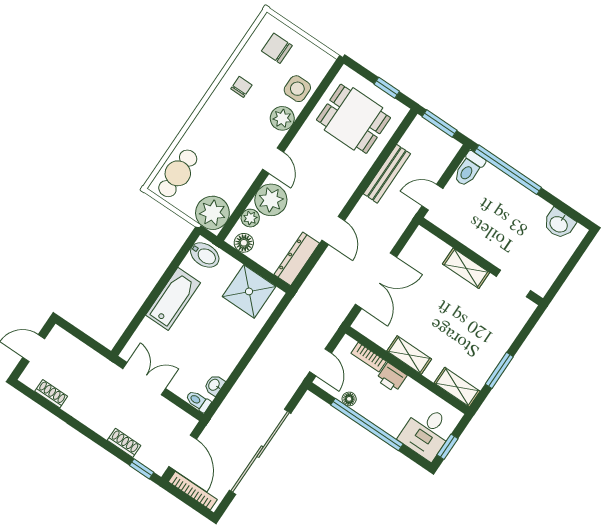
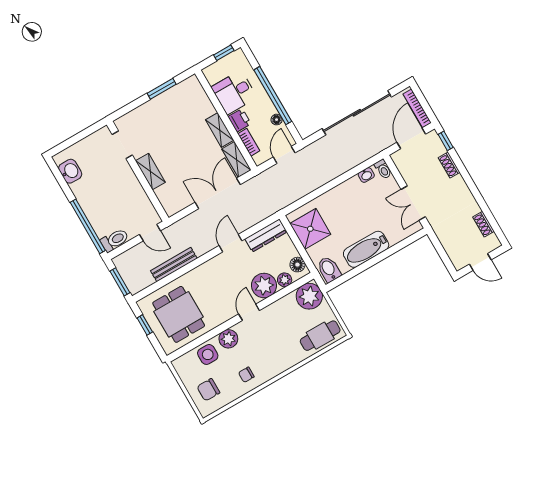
chair: (277, 48) -> (208, 390), turned 90
shelving: (457, 387) -> (236, 160), moved
desk: (427, 432) -> (234, 92), moved, turned 180

